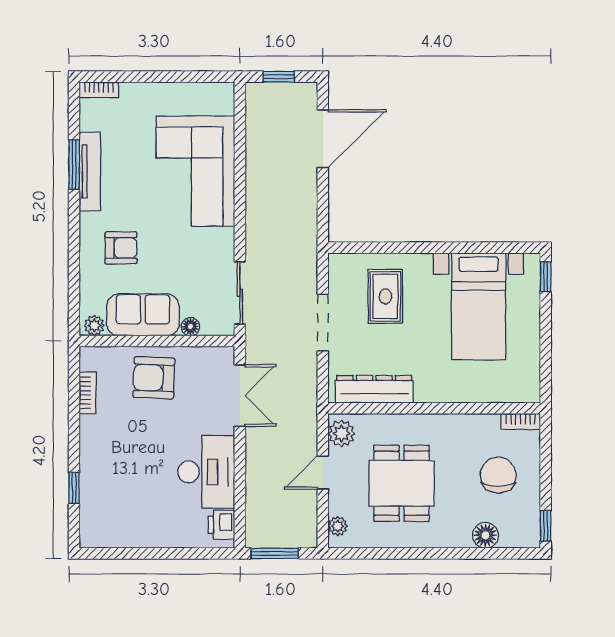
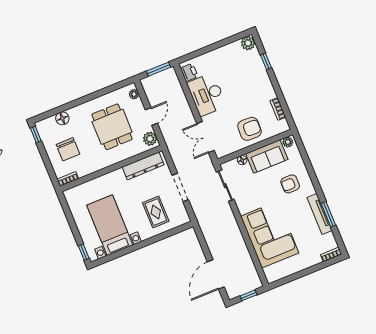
plant: (93, 534) -> (248, 43), added

